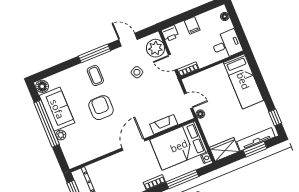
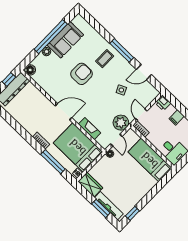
door: (128, 40) -> (144, 72), swing flipped
plant: (155, 48) -> (121, 123), moved
bed: (243, 81) -> (150, 160), moved, turned 90
floor lamp: (42, 86) -> (30, 70), moved

